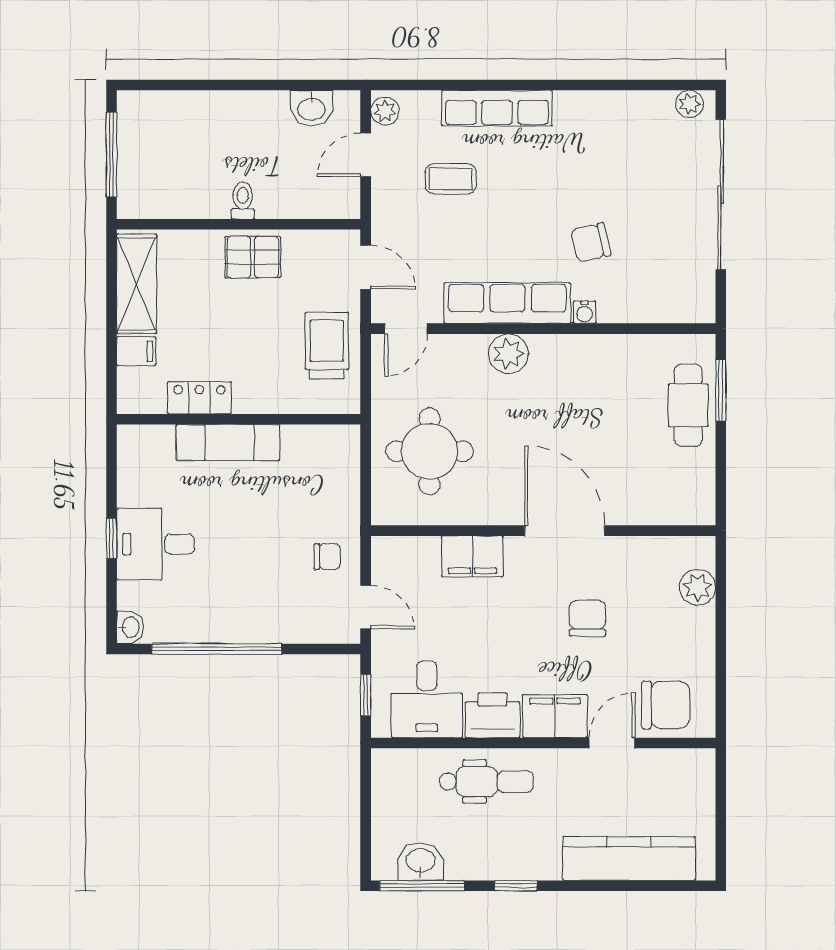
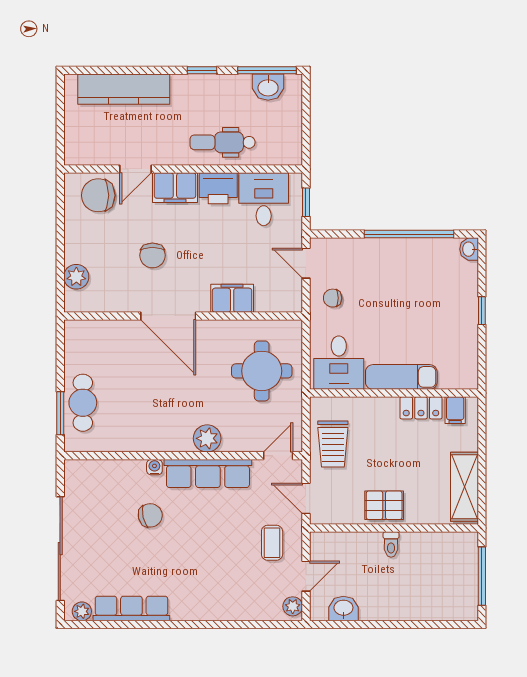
row of seats: (497, 108) -> (131, 608), moved
coffee table: (451, 179) -> (272, 543), moved, turned 90
filing cabinet: (136, 351) -> (455, 410), moved, turned -90
desk: (156, 544) -> (339, 363), moved, turned 90

